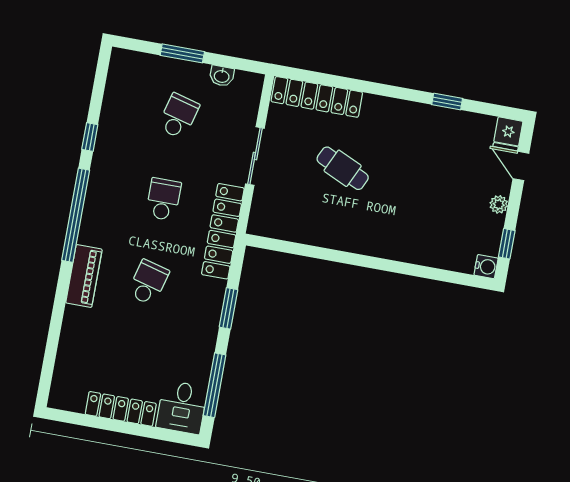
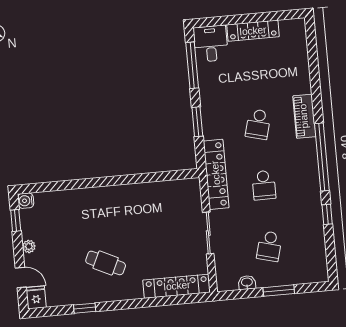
cafe table: (343, 168) -> (106, 263), moved

